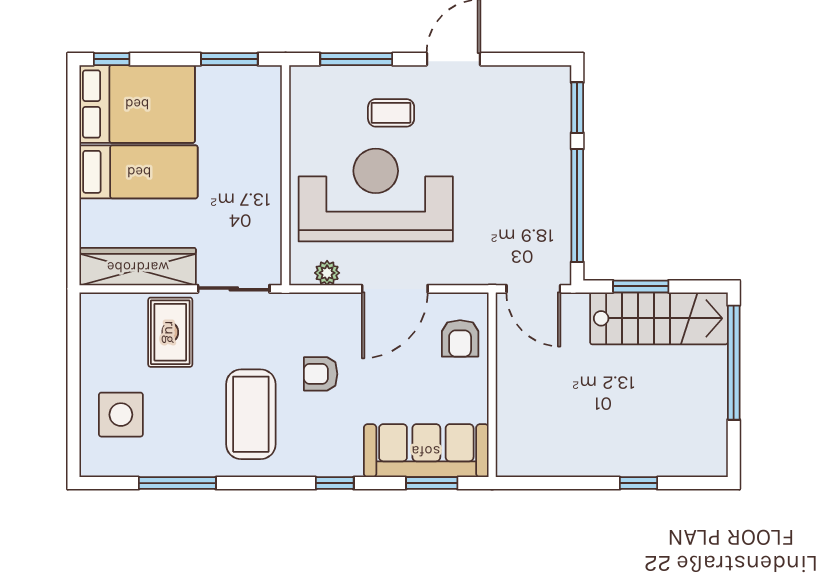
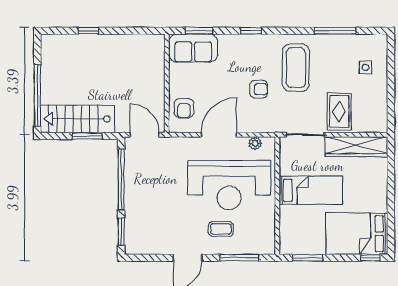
bed: (139, 172) -> (311, 190), moved, turned 180
armchair: (460, 338) -> (184, 108), turned 180
side table: (121, 415) -> (366, 67), width x0.54, depth x0.54
sofa: (426, 451) -> (193, 48), width x0.73

